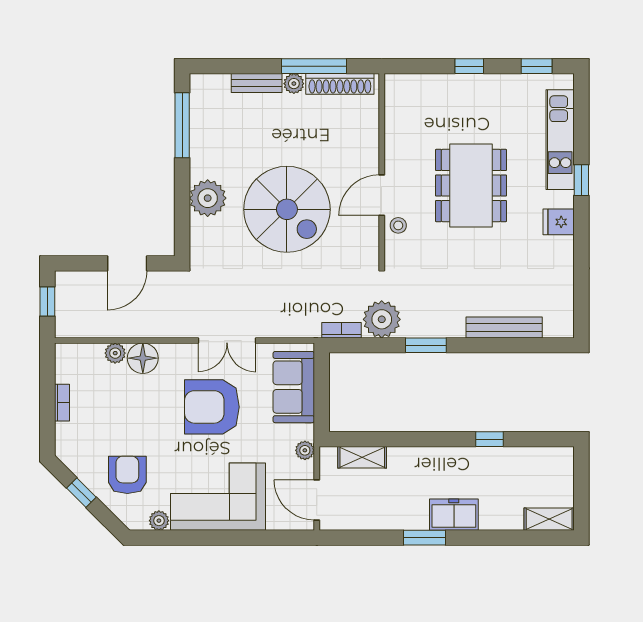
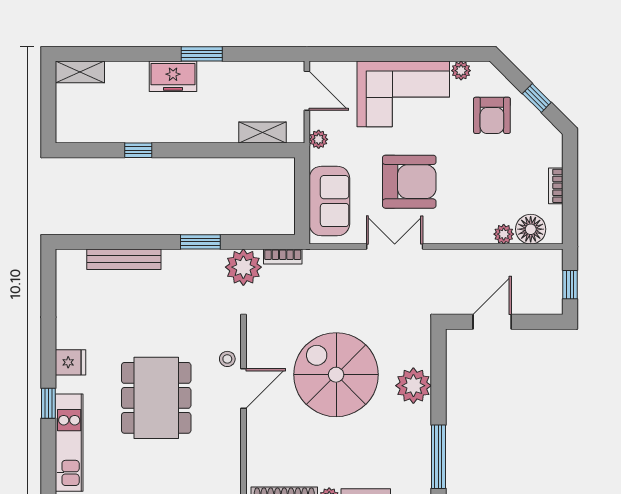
floor lamp: (143, 358) -> (531, 229), moved

